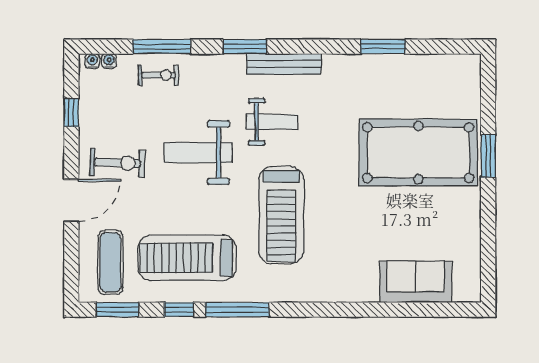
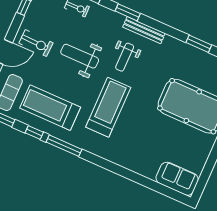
weight bench: (272, 122) -> (125, 57), turned 90
treadmill: (281, 215) -> (108, 107), turned 180
sofa: (416, 282) -> (177, 179), moved

